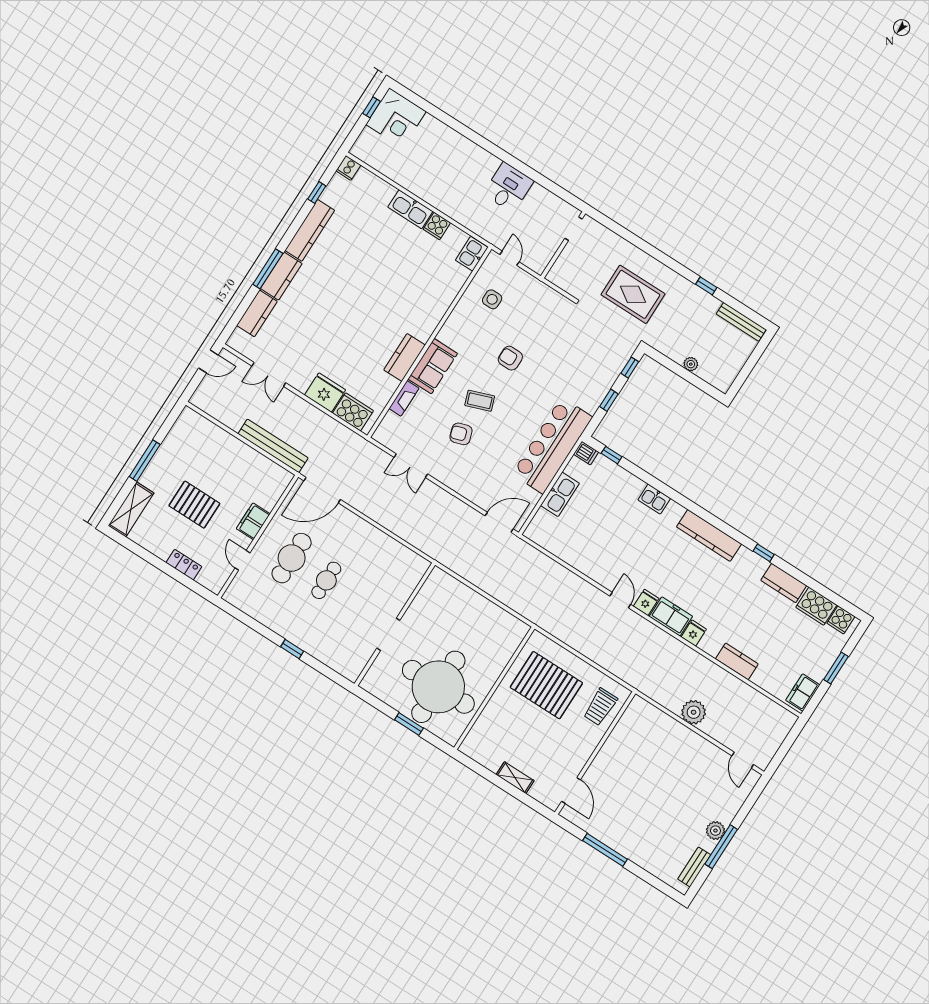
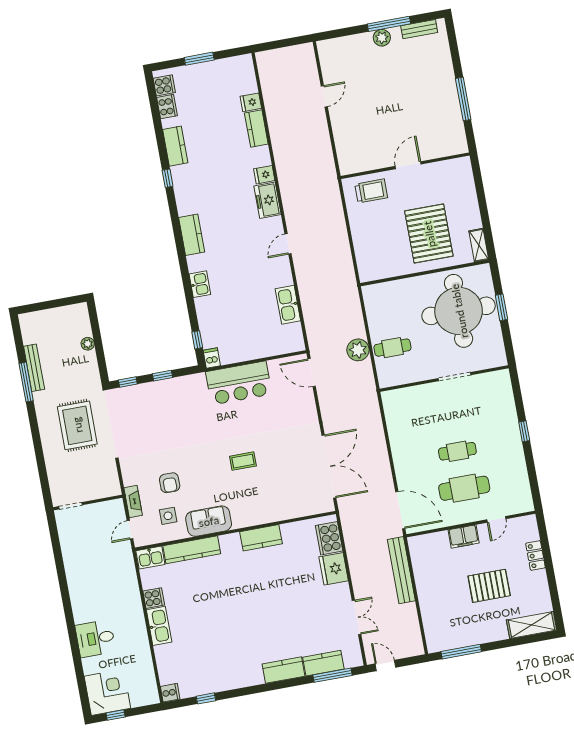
desk: (508, 187) -> (95, 638), moved
kitchen counter: (310, 230) -> (192, 550), moved, turned 180
window: (268, 269) -> (333, 675), moved
window: (706, 286) -> (26, 382), width x2.17
bench: (741, 322) -> (34, 368), moved
armchair: (510, 358) -> (170, 483), moved
sofa: (433, 366) -> (209, 521), moved
fireplace: (404, 398) -> (133, 502), moved, turned 90
coffee table: (480, 401) -> (243, 461), turned -70
armchair: (461, 434) -> (277, 453), removed
bar counter: (552, 446) -> (239, 383), width x0.73
window: (145, 461) -> (461, 652), moved
double door: (411, 466) -> (329, 466), width x1.87
kitchen sink: (560, 494) -> (288, 305), moved, turned -90
pallet: (194, 505) -> (489, 586), turned 90
kitchen counter: (709, 535) -> (192, 235), width x0.67
fridge: (646, 602) -> (251, 102), moved
cafe table: (459, 606) -> (392, 348), added
cooker: (816, 606) -> (167, 107), width x0.73, depth x0.76
pallet: (546, 685) -> (429, 234), moved
freezer: (803, 693) -> (236, 65), removed
plant: (694, 712) -> (358, 350), moved
door: (743, 760) -> (324, 96), moved
shelving: (515, 778) -> (479, 245), moved
door: (571, 790) -> (408, 165), moved

